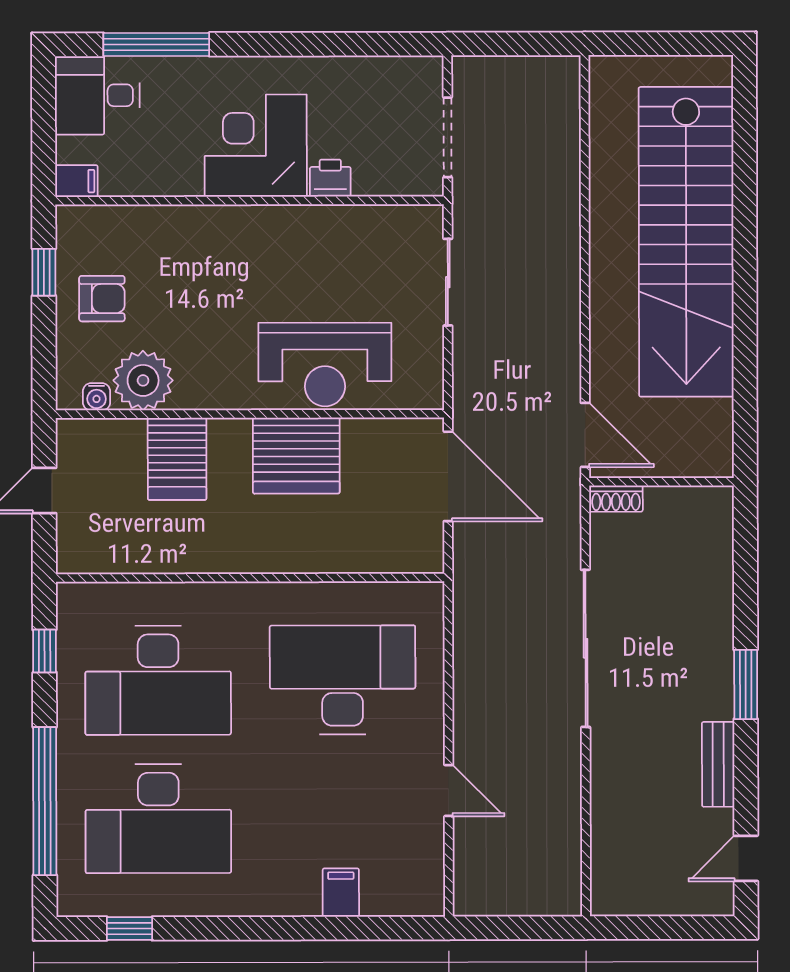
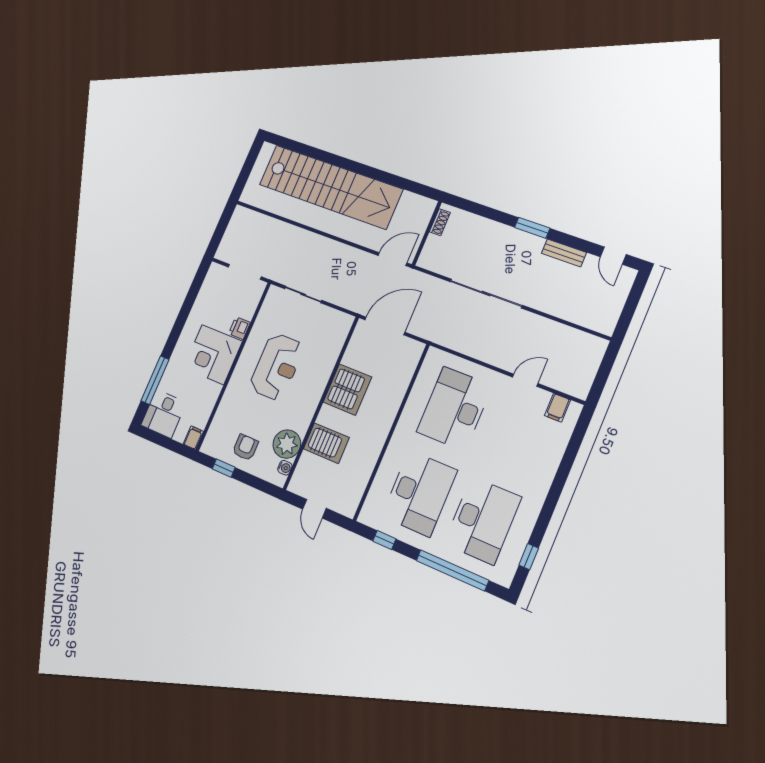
reception desk: (325, 365) -> (277, 367), moved
shoe rack: (616, 499) -> (440, 222), moved
filing cabinet: (341, 893) -> (557, 408), moved, turned -90

